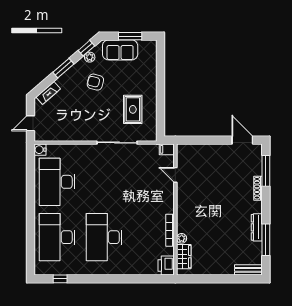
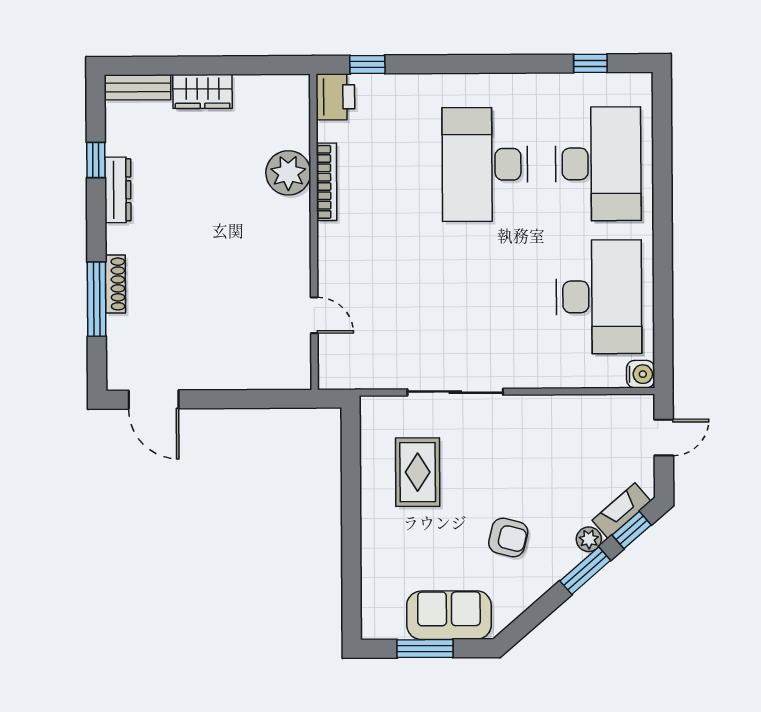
window: (86, 48) -> (632, 530), moved
plant: (90, 57) -> (589, 539), moved
filing cabinet: (167, 149) -> (335, 376), removed
window: (266, 171) -> (97, 299), moved
desk: (104, 237) -> (485, 164), turned 180
plant: (182, 238) -> (288, 173), width x1.88, depth x1.88
window: (266, 240) -> (96, 160), width x0.46
wardrobe: (184, 257) -> (202, 91), moved, turned -90
window: (153, 279) -> (367, 65), added

